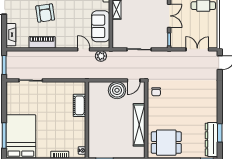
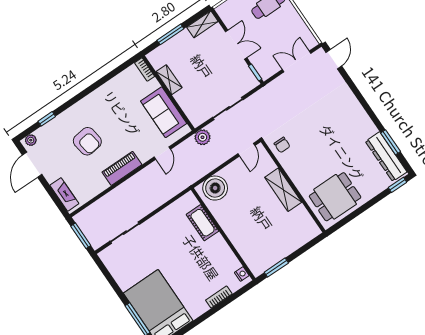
piano: (42, 42) -> (122, 168), moved
door: (84, 49) -> (162, 153), swing flipped
plant: (101, 56) -> (203, 137), moved
boiler: (117, 90) -> (215, 188), moved
shelving: (139, 125) -> (283, 190), width x0.68

